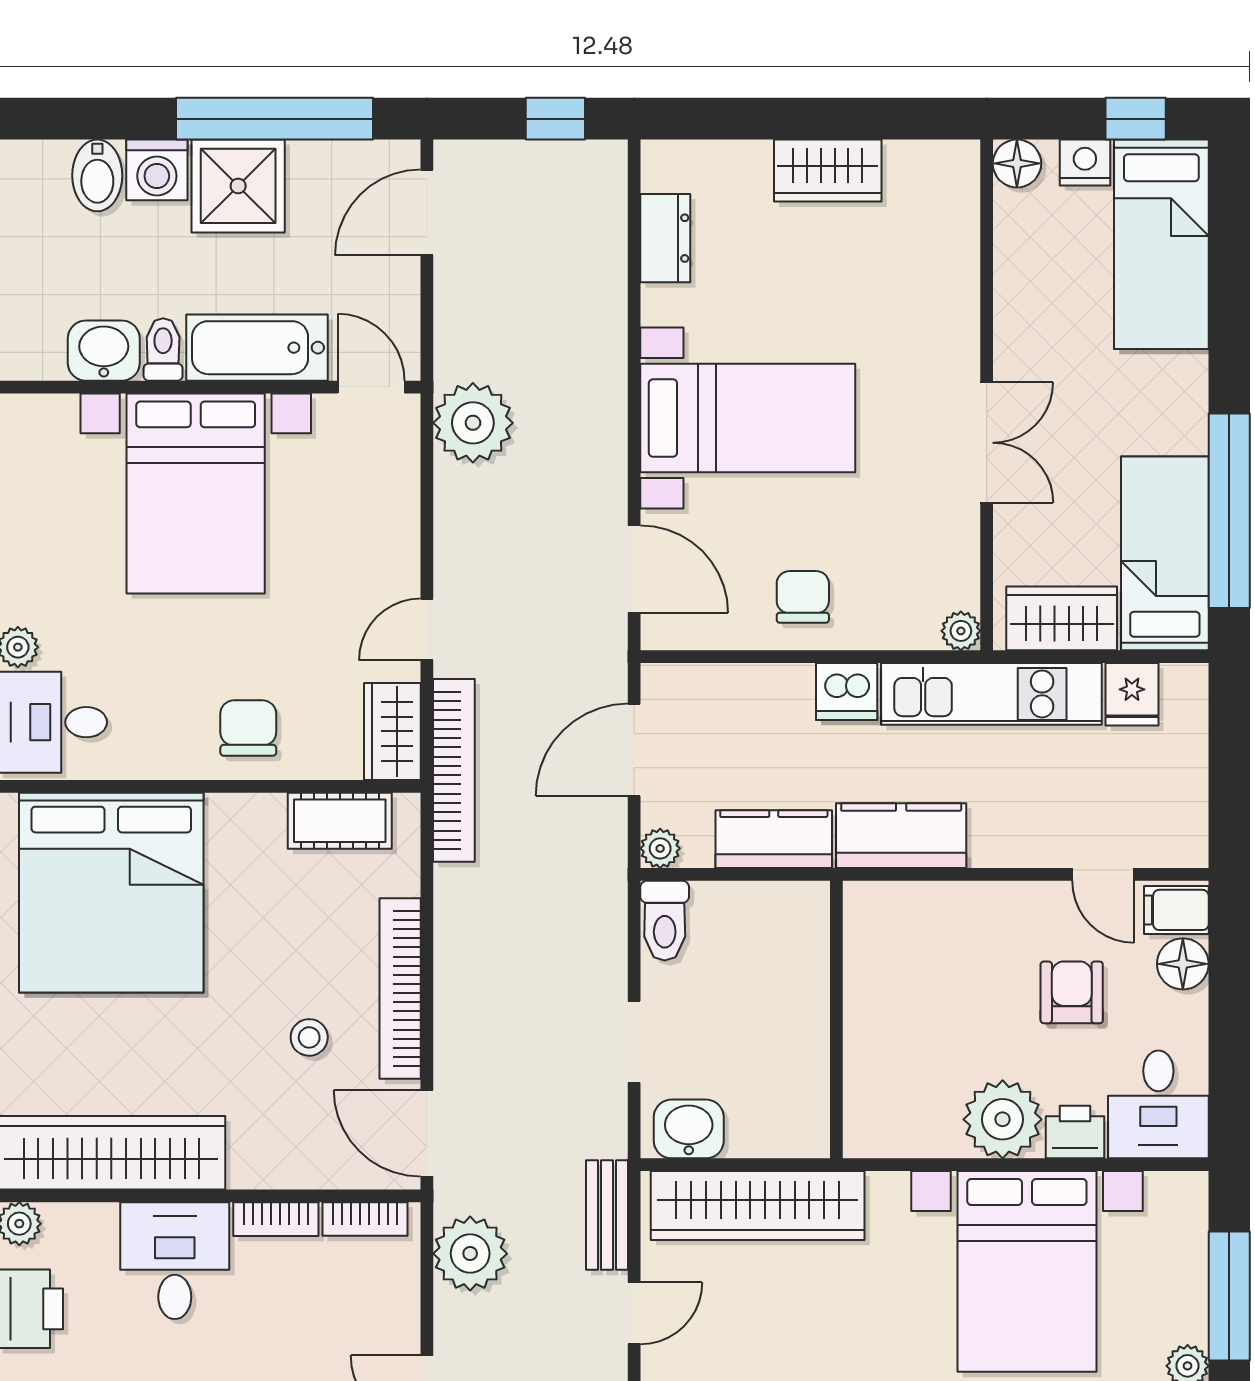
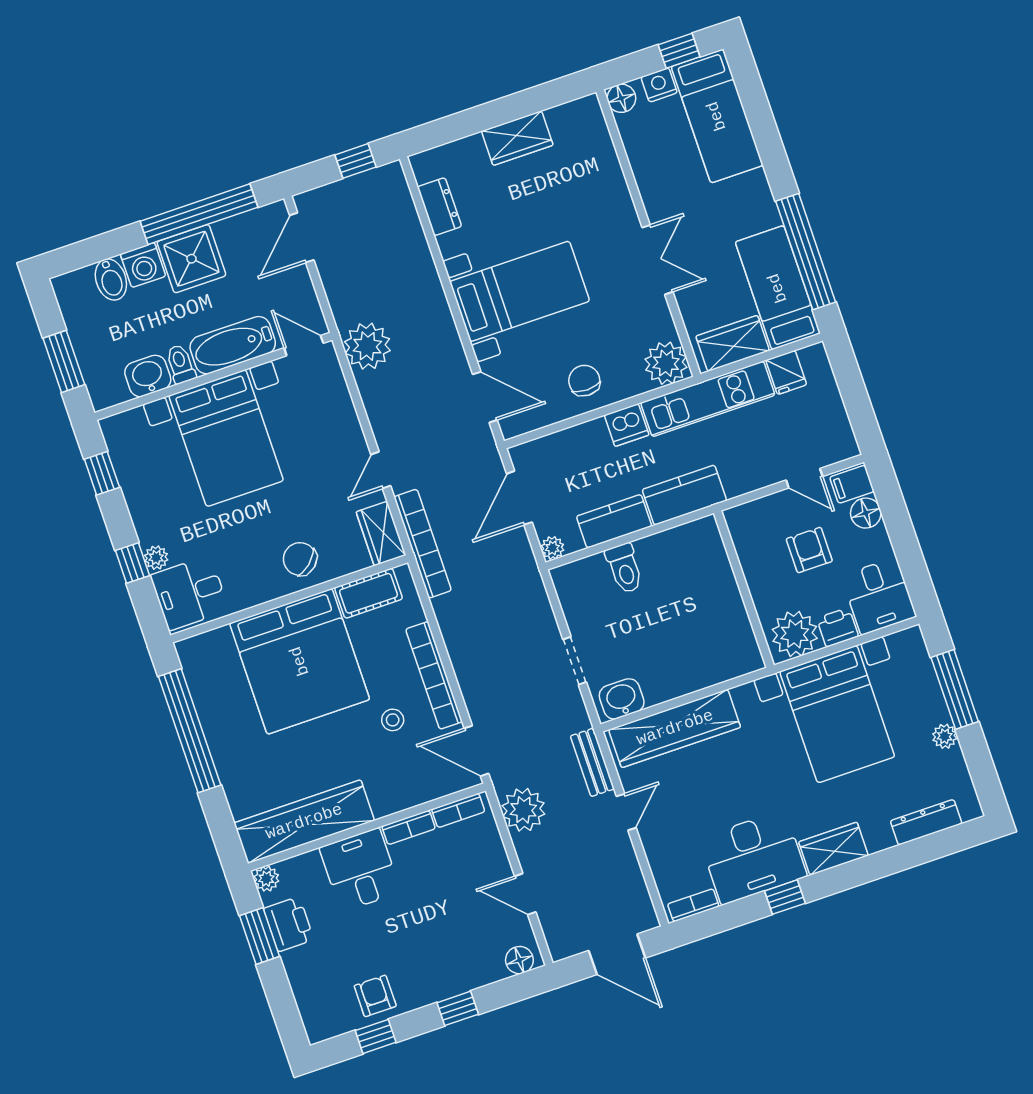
plant: (961, 631) -> (666, 363), width x1.88, depth x1.88
chair: (248, 728) -> (300, 559), turned -42
bed: (111, 893) -> (300, 661), moved
toilet: (665, 921) -> (624, 568), moved
wall: (836, 1020) -> (744, 589), moved

